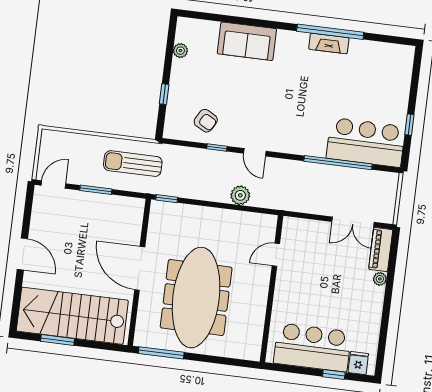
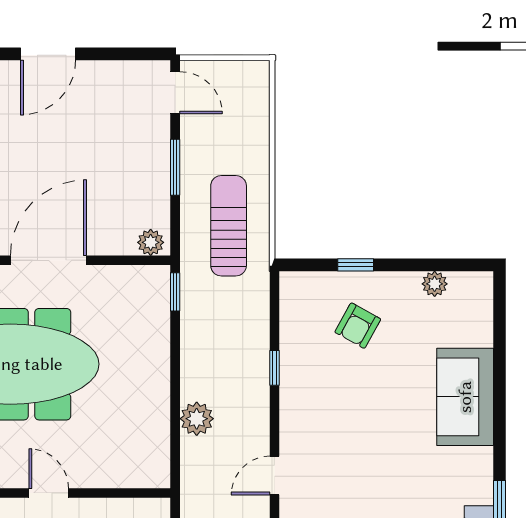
armchair: (206, 121) -> (358, 326), moved
door: (255, 152) -> (274, 476), moved
plant: (137, 209) -> (151, 242), added
door: (276, 255) -> (49, 493), moved

